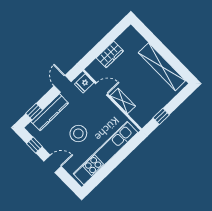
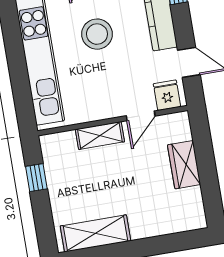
shelving: (162, 67) -> (96, 233), width x0.68

